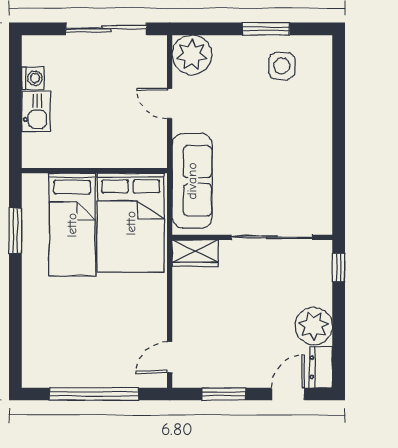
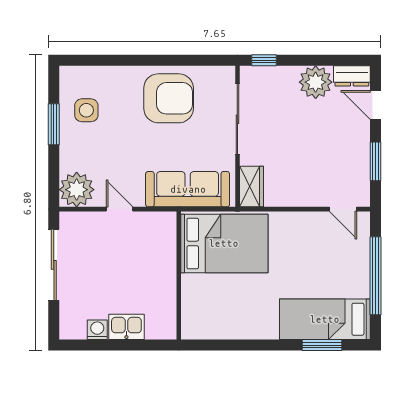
door: (170, 104) -> (120, 209), swing flipped
armchair: (295, 159) -> (169, 98), added
bed: (72, 225) -> (325, 319), moved, turned 180
window: (15, 231) -> (322, 345), moved

